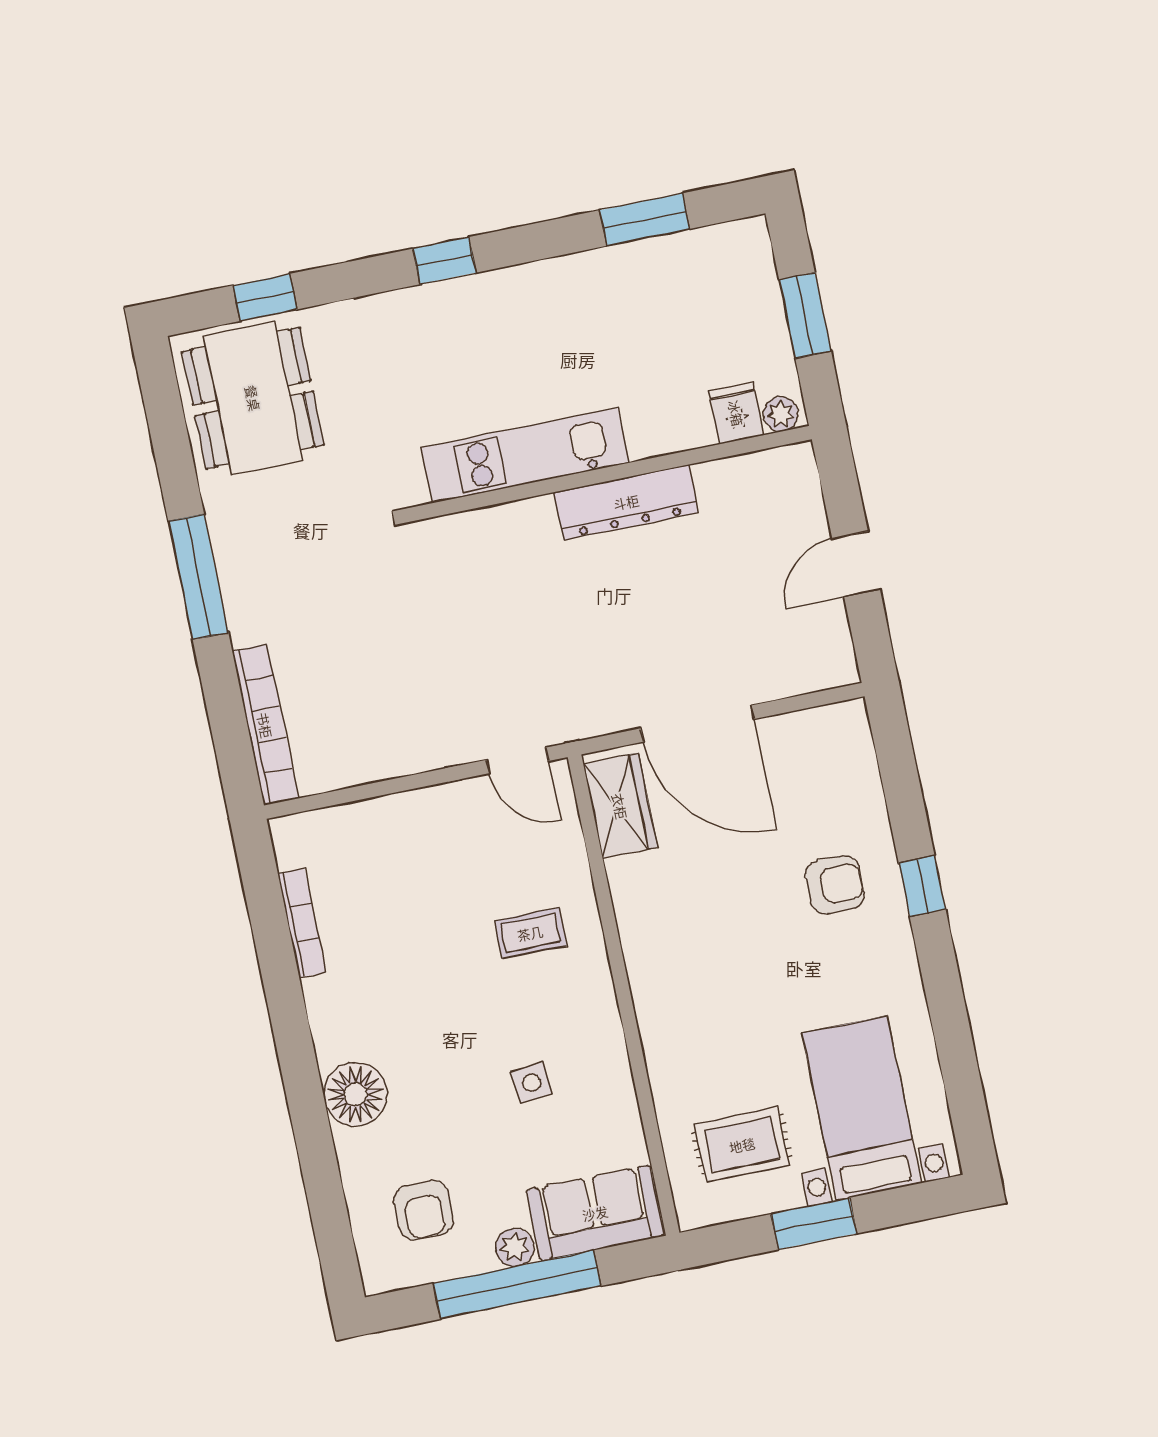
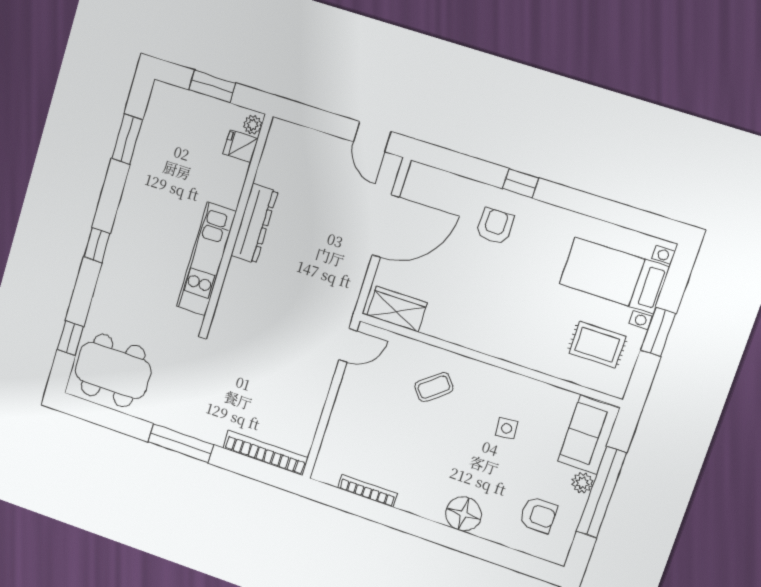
door: (856, 564) -> (372, 137), moved
door: (697, 724) -> (386, 226), moved
coffee table: (530, 933) -> (434, 387), turned 51
rug: (742, 1145) -> (597, 345), turned 90

